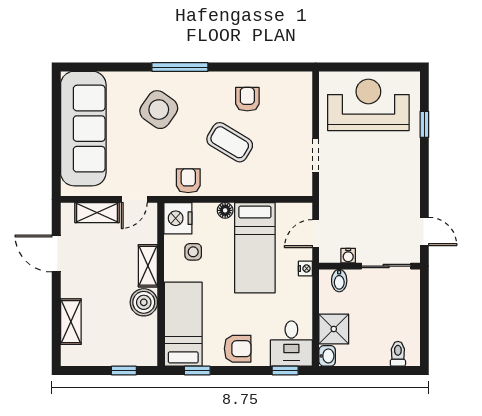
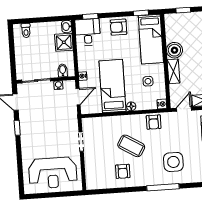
side table: (159, 110) -> (173, 162), turned -35
window: (424, 124) -> (17, 128), moved
nightstand: (178, 218) -> (162, 104), width x0.53, depth x0.56

